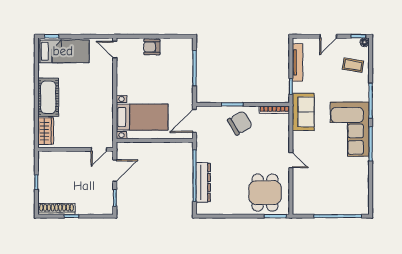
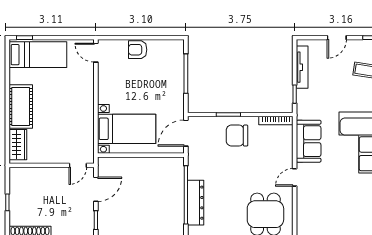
sofa: (303, 112) -> (309, 141), moved
chair: (240, 123) -> (237, 136), turned -150
door: (291, 160) -> (295, 177), swing flipped

